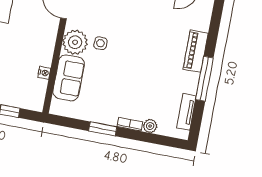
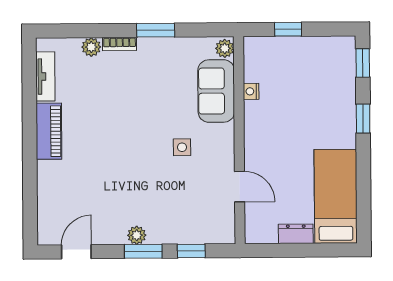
plant: (75, 42) -> (225, 48), moved, width x0.53, depth x0.53
piano: (196, 51) -> (49, 131), moved
window: (204, 79) -> (29, 127), removed

